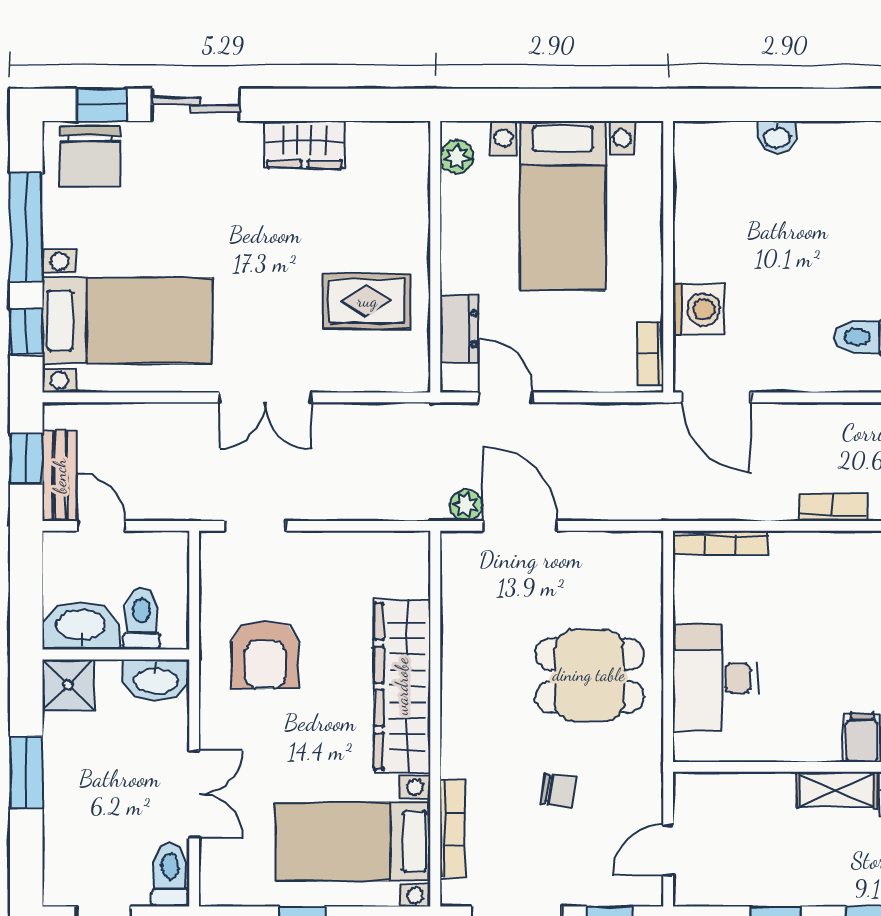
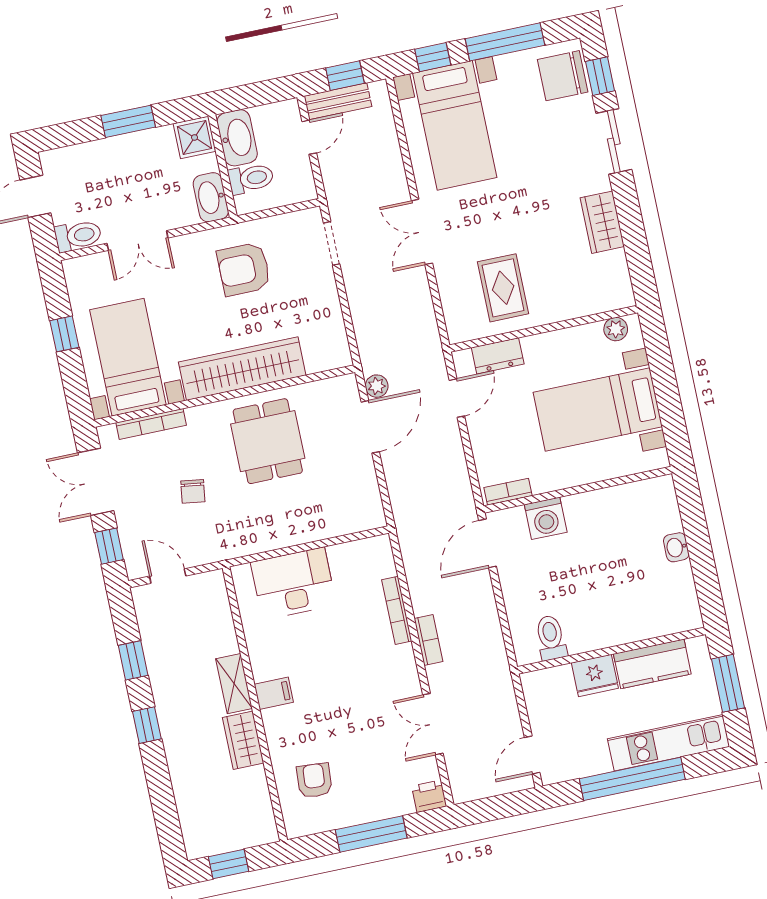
bookcase: (720, 543) -> (397, 610), moved
dining table: (589, 675) -> (268, 441), moved

